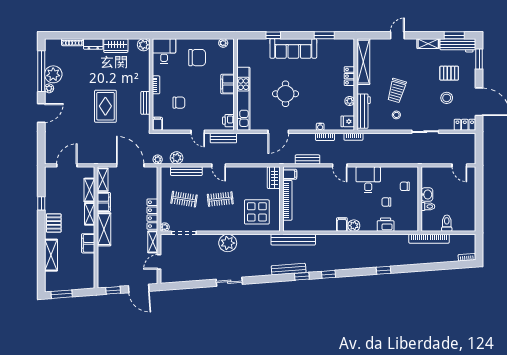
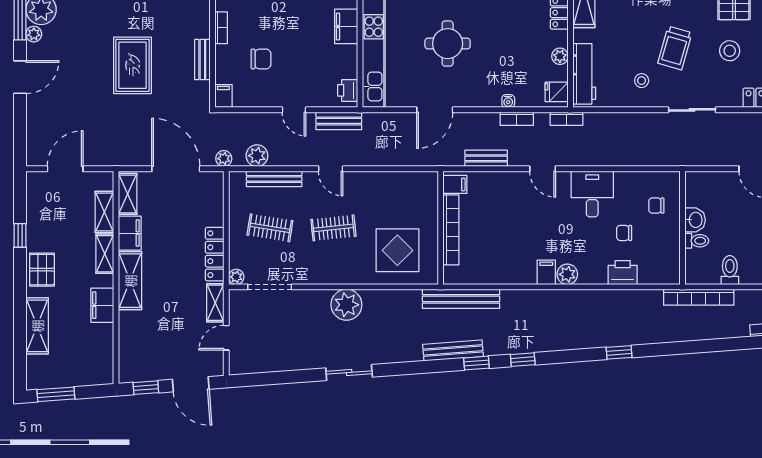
trolley: (397, 91) -> (675, 48), moved
wardrobe: (274, 178) -> (427, 190), removed

